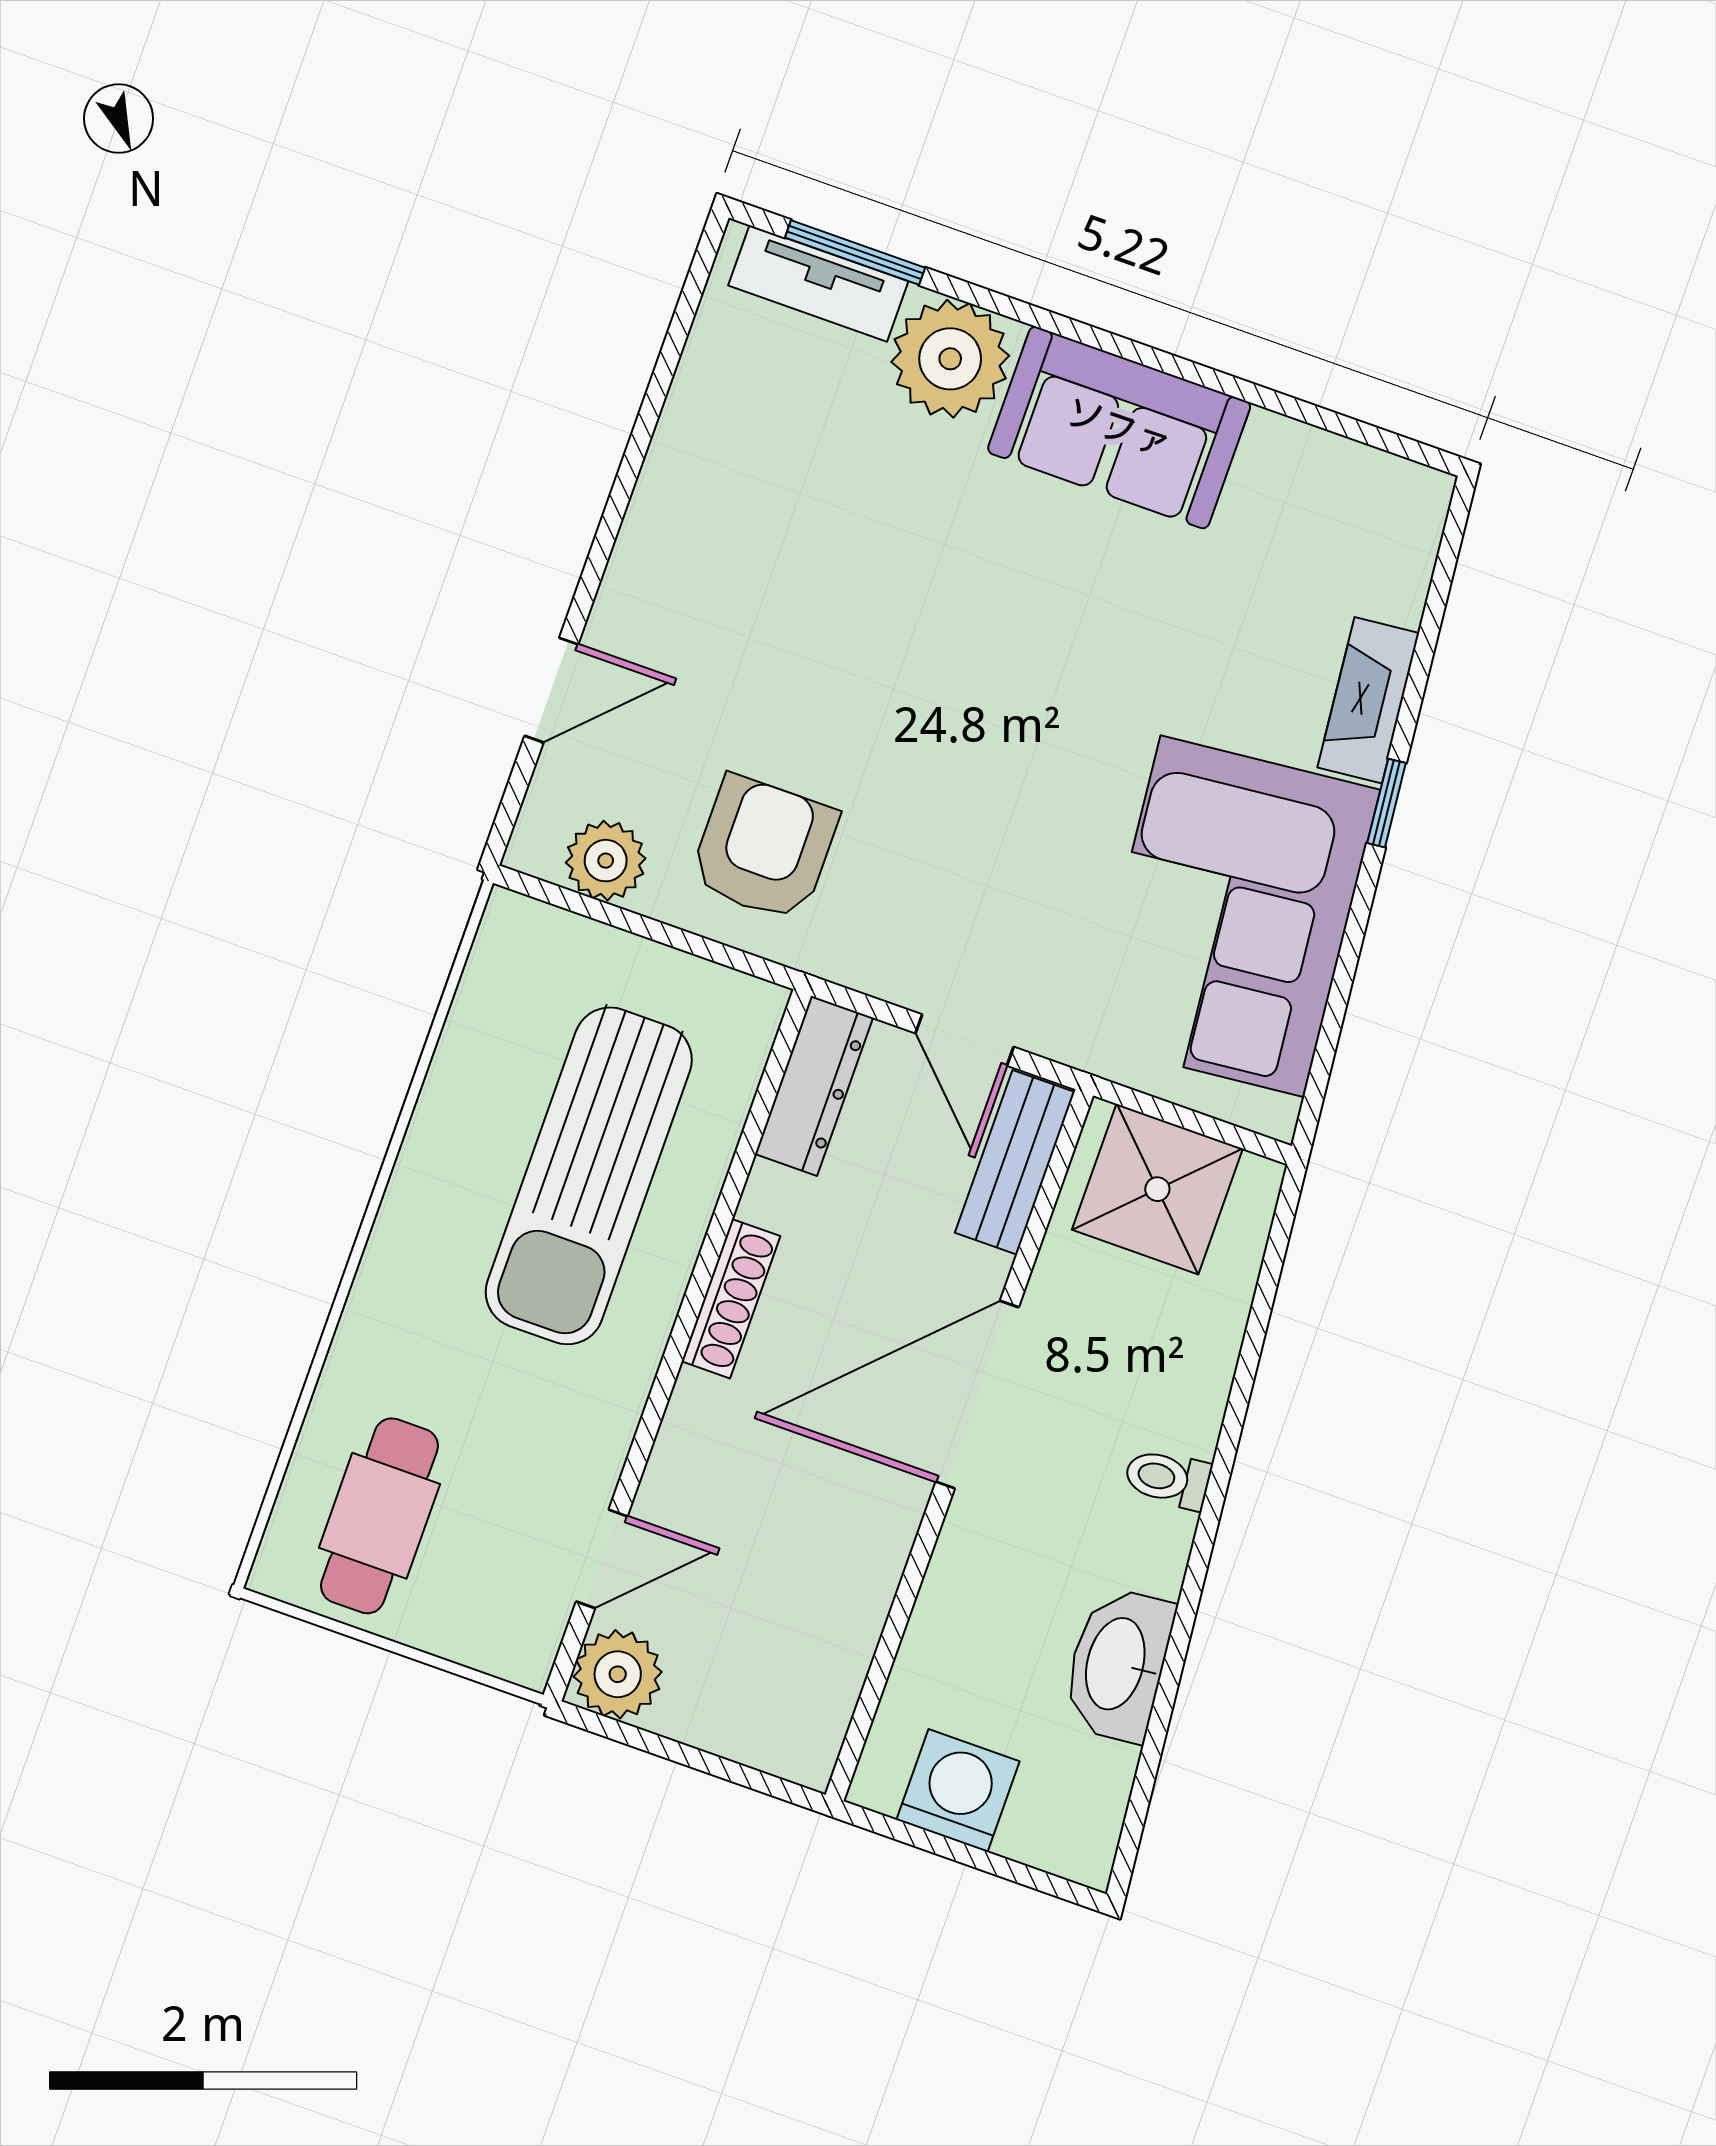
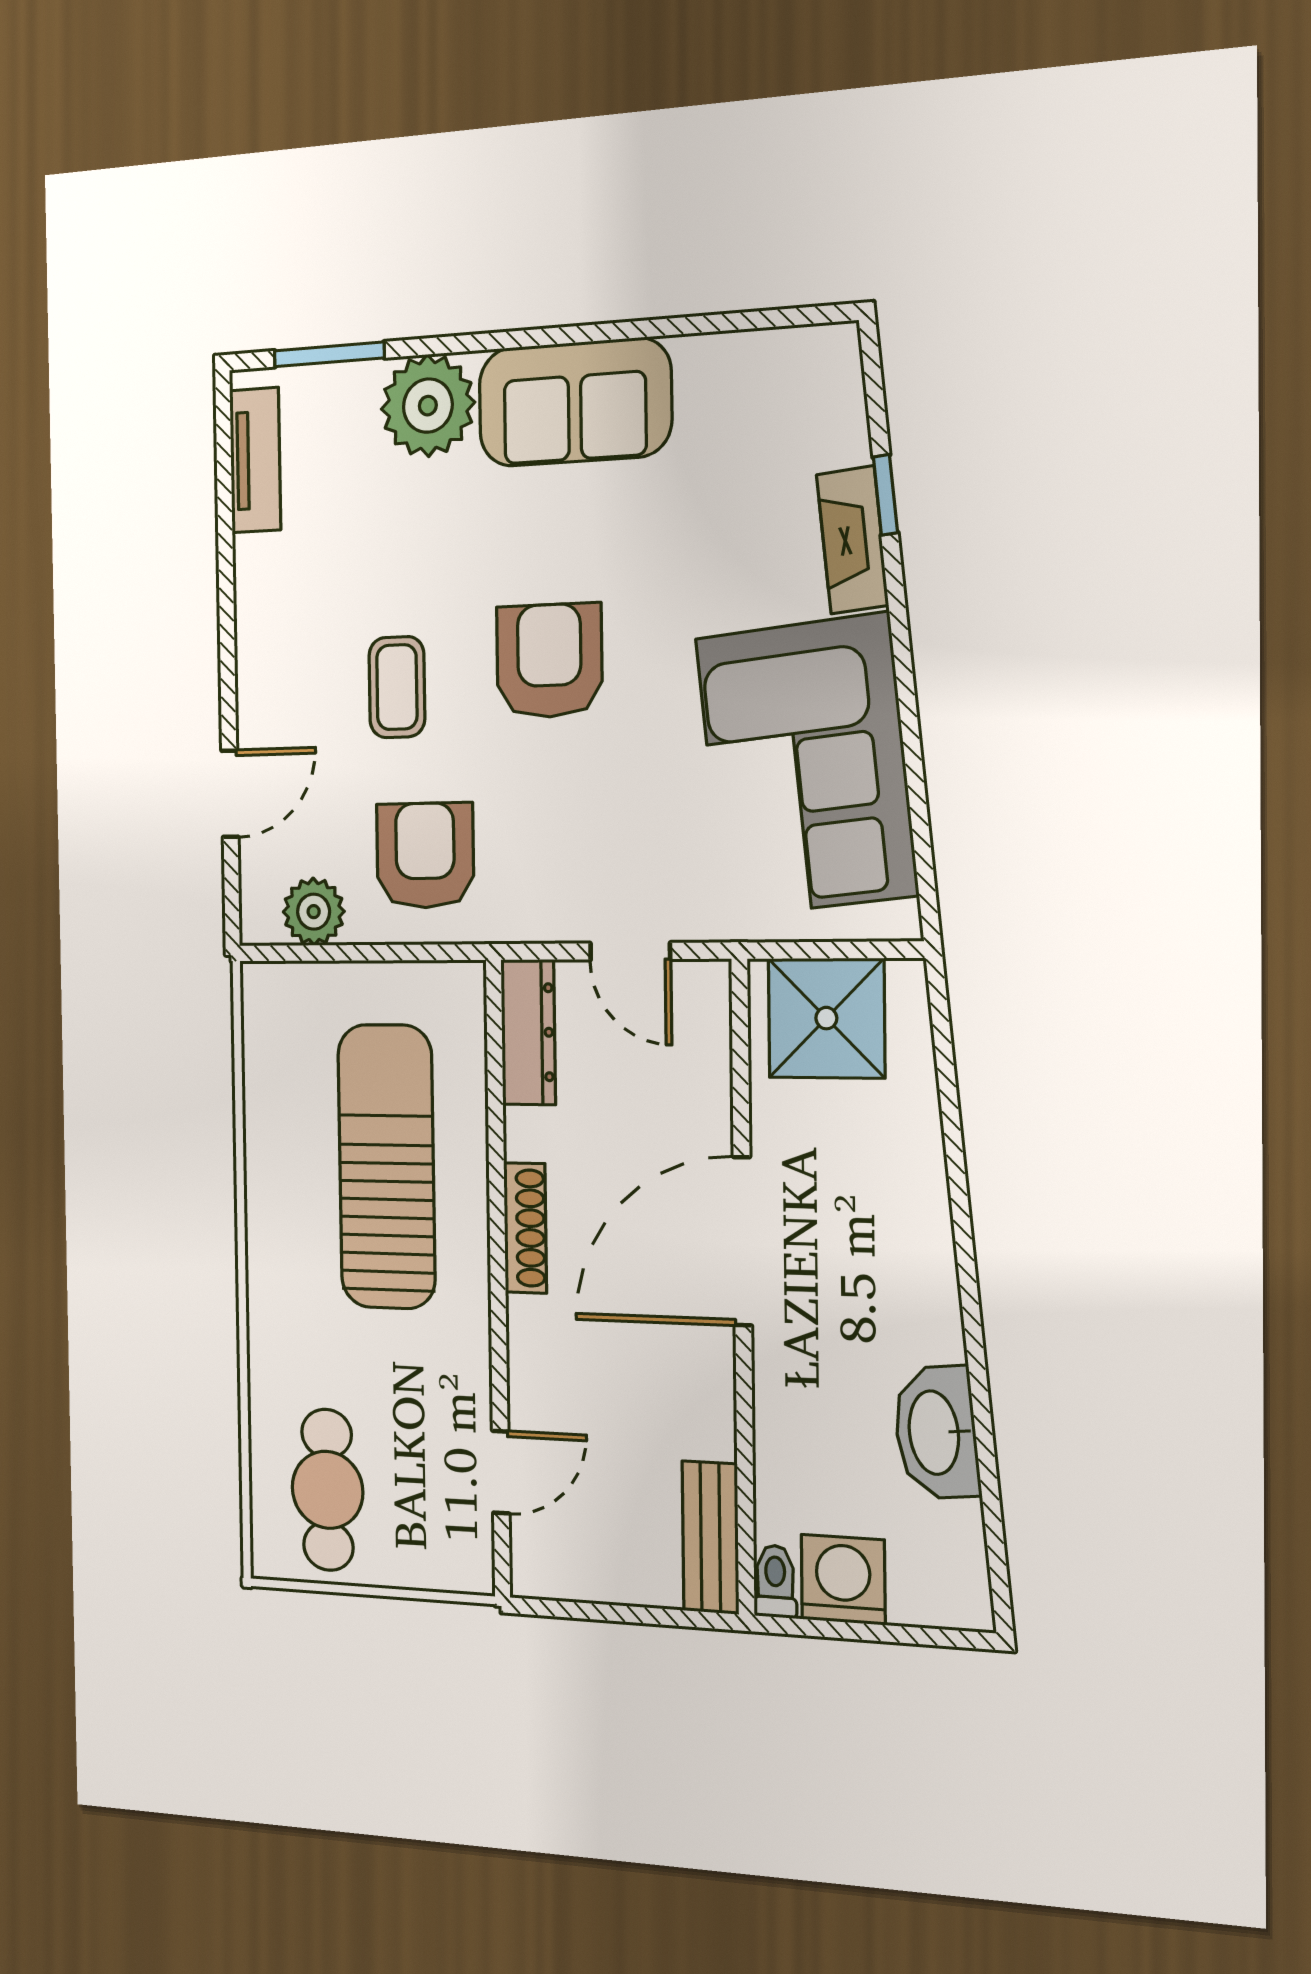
tv unit: (818, 283) -> (255, 460), moved, turned -90
coffee table: (799, 651) -> (397, 687), added
armchair: (988, 693) -> (549, 661), added
window: (1387, 803) -> (885, 495), moved
bench: (1015, 1162) -> (710, 1538), moved
sun lounger: (589, 1176) -> (386, 1167), turned 180
toilet: (1168, 1479) -> (775, 1581), moved, turned 96
plant: (618, 1674) -> (545, 1563), removed

